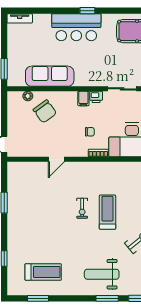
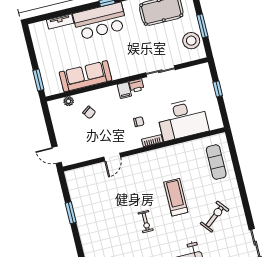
tv unit: (20, 18) -> (60, 22), moved
chair: (45, 111) -> (89, 112), width x0.54, depth x0.54
exercise bike: (82, 208) -> (146, 222), moved

